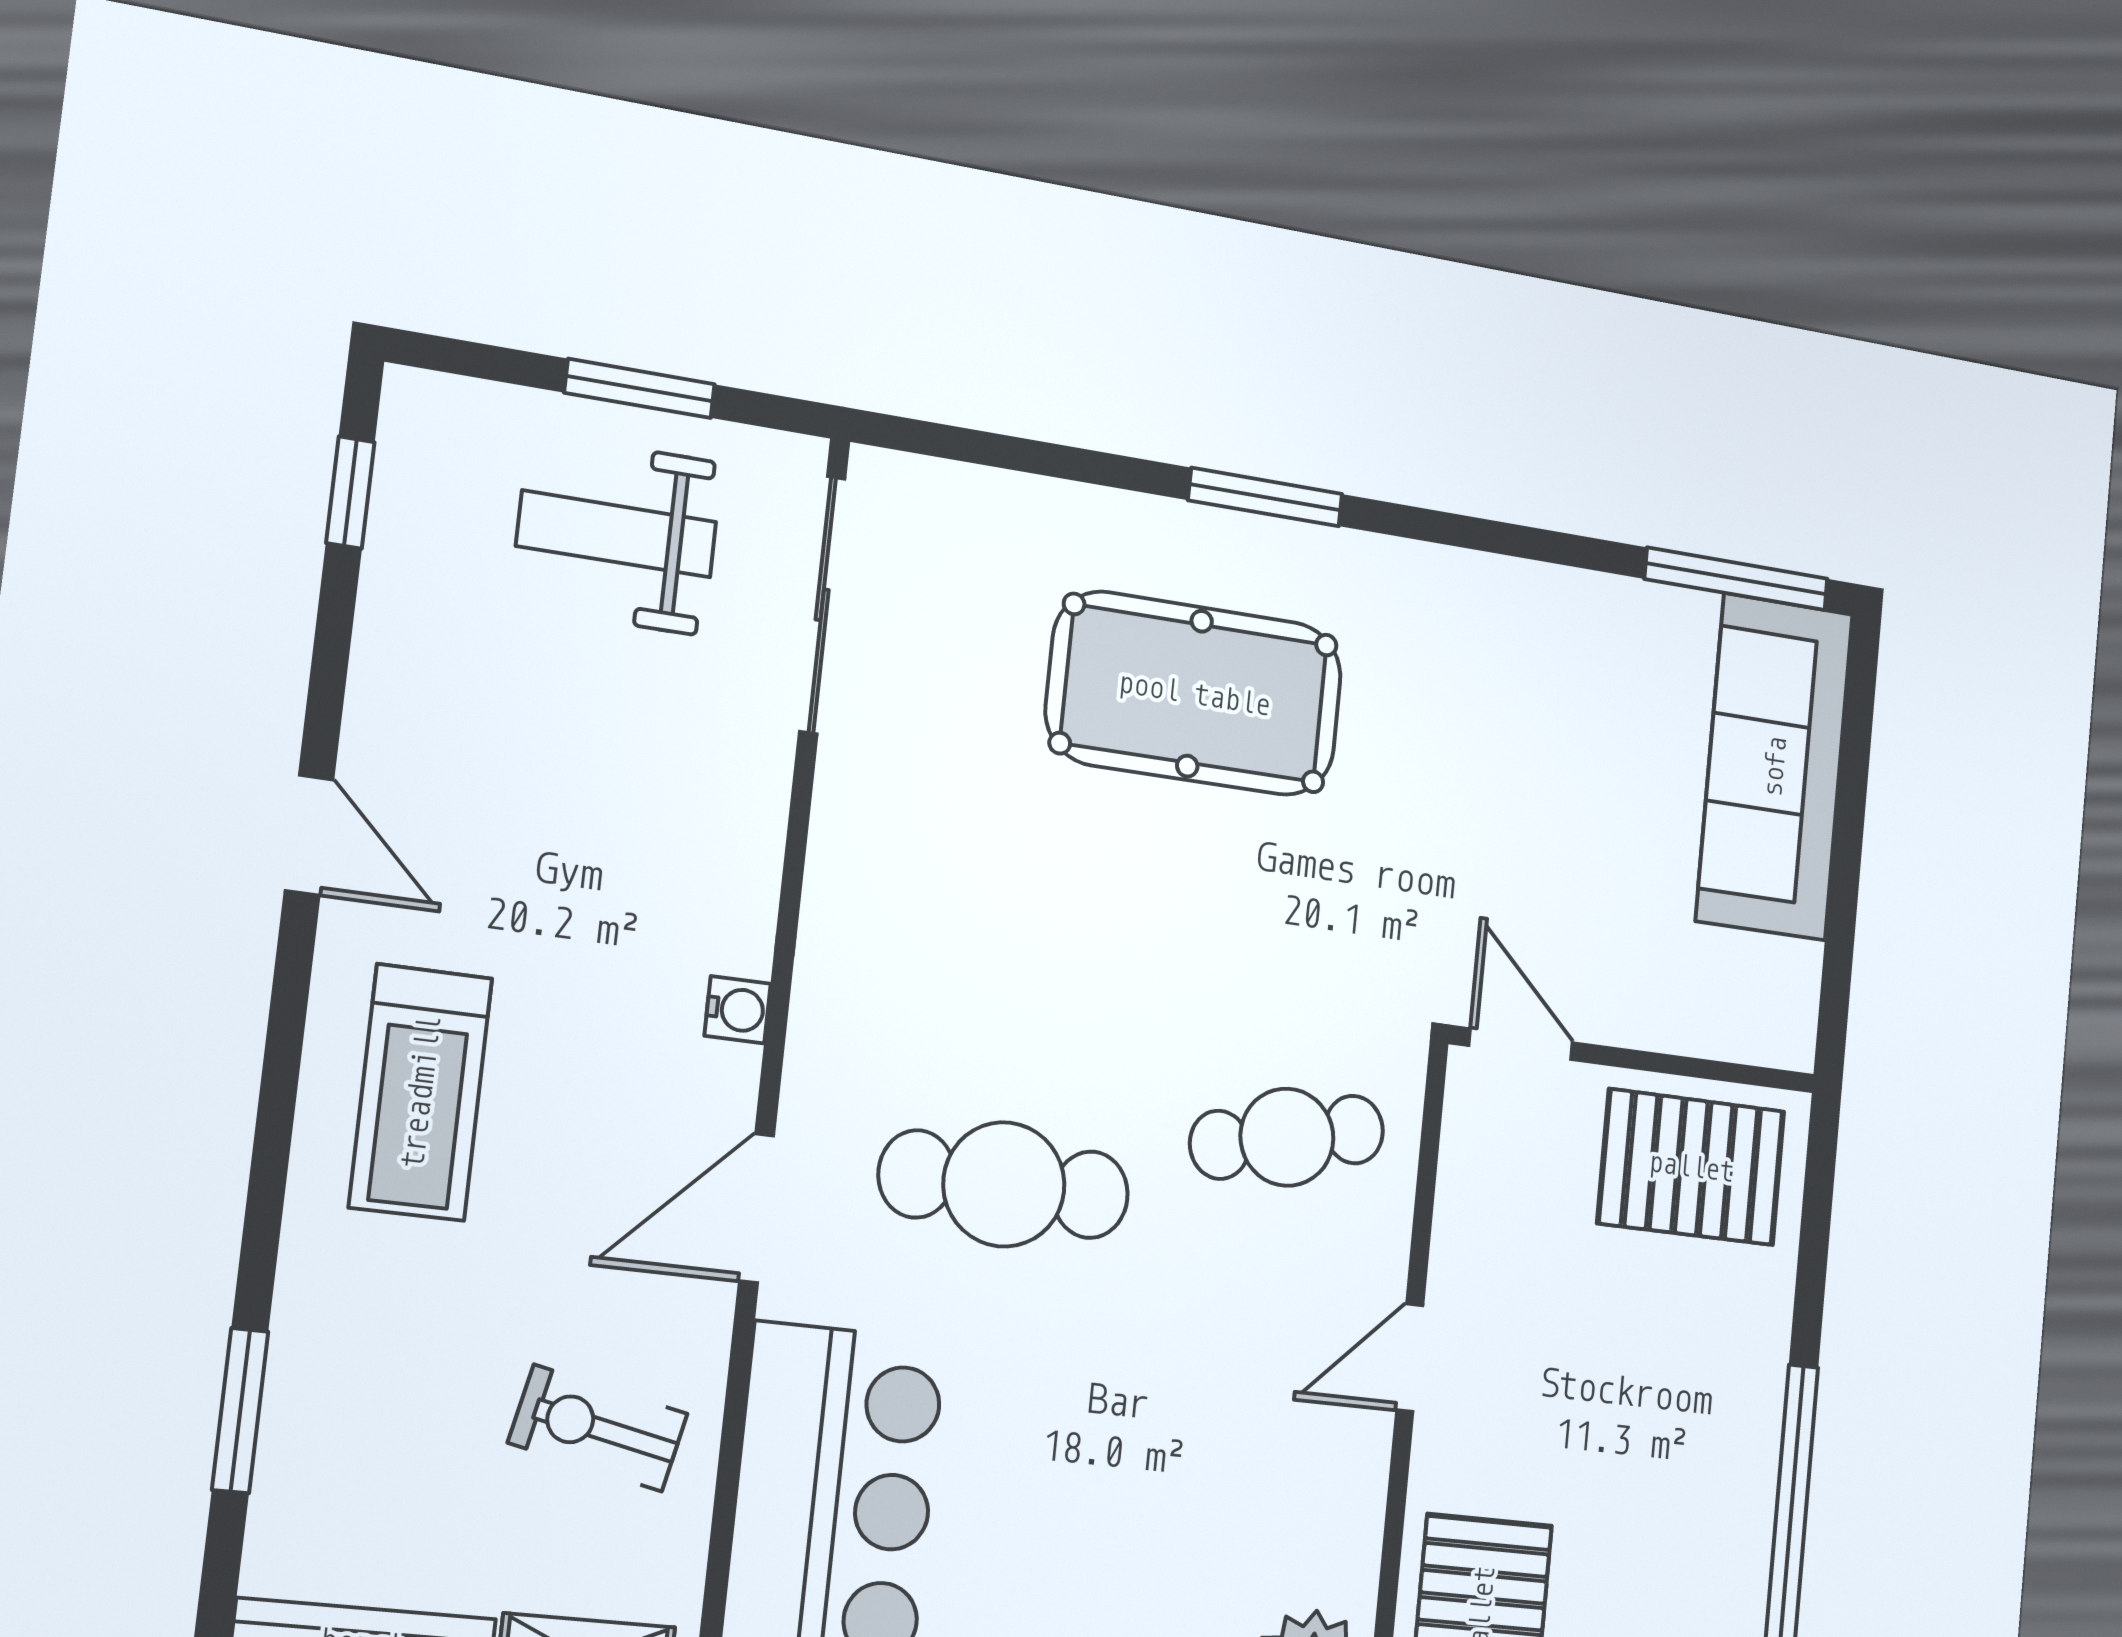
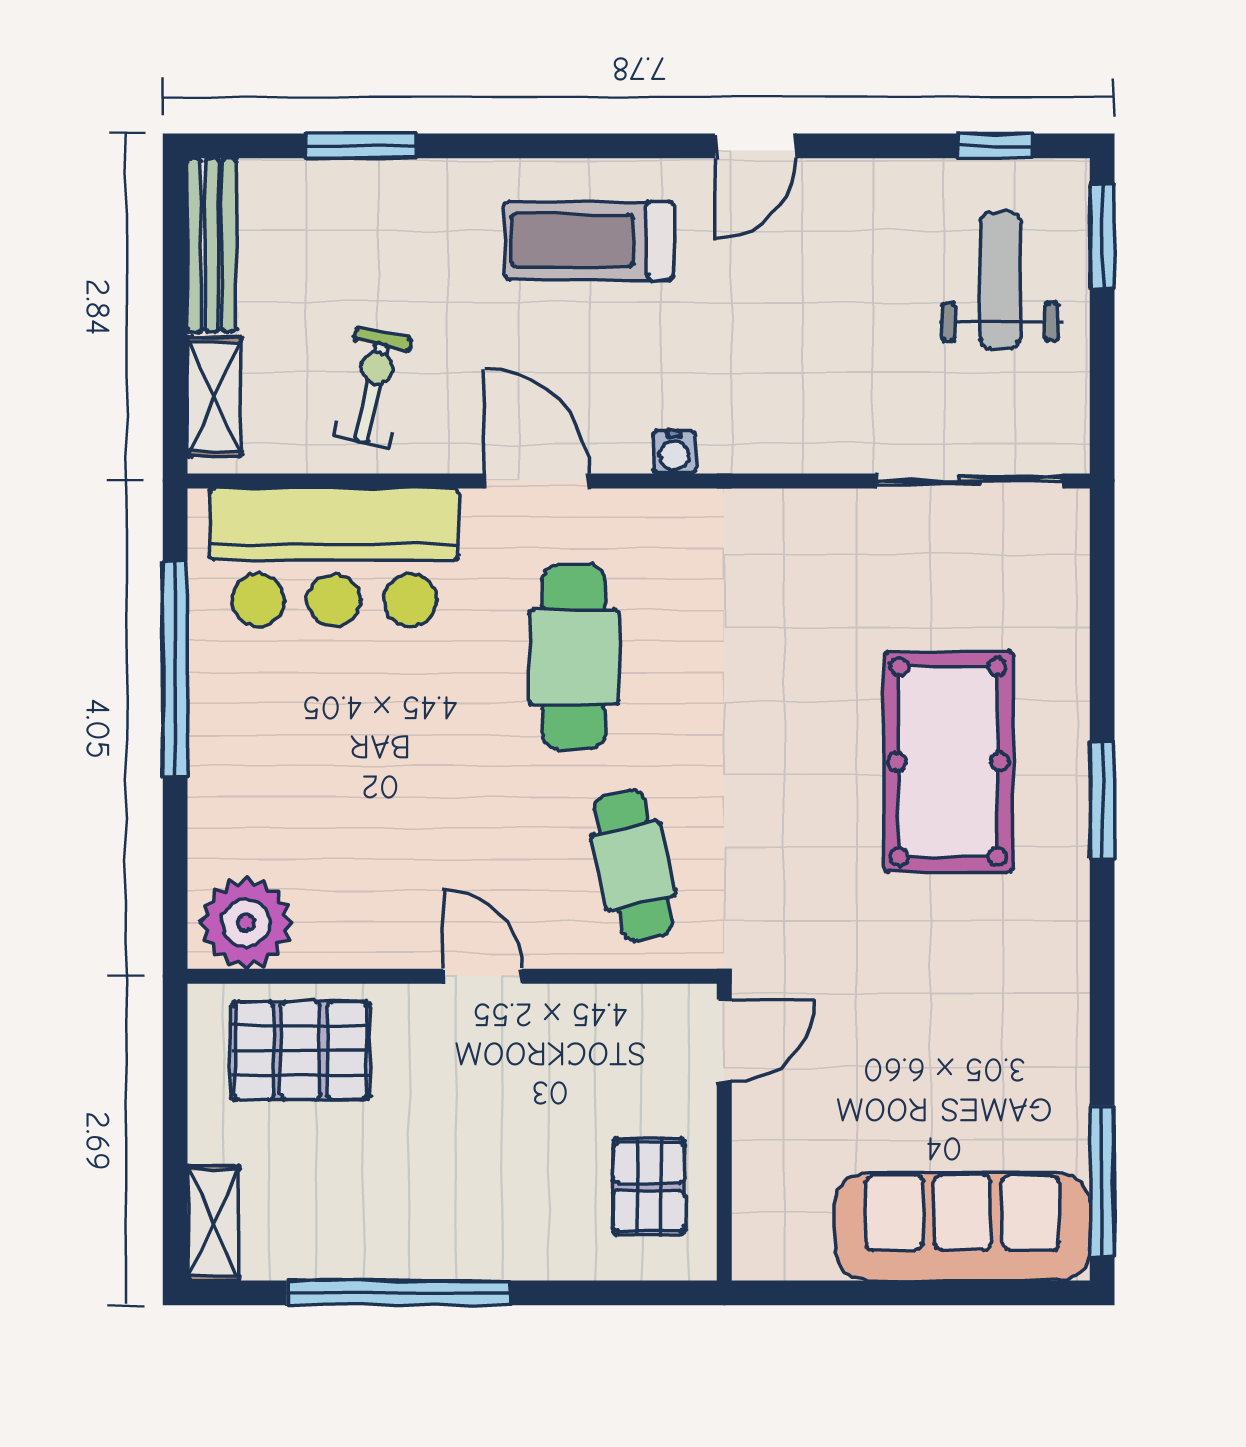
window: (640, 388) -> (1102, 236), moved
weight bench: (617, 534) -> (1000, 281), moved
pallet: (1691, 1167) -> (649, 1187), width x0.67, depth x0.71

